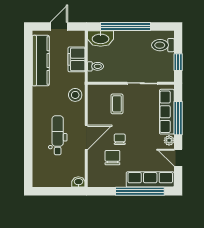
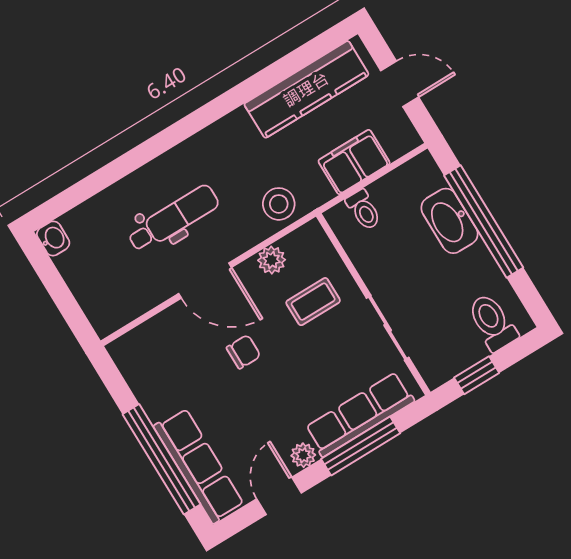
washbasin: (101, 38) -> (449, 221), moved
plant: (93, 110) -> (272, 260), added
chair: (112, 158) -> (196, 360), removed
washbasin: (78, 182) -> (53, 238), moved

